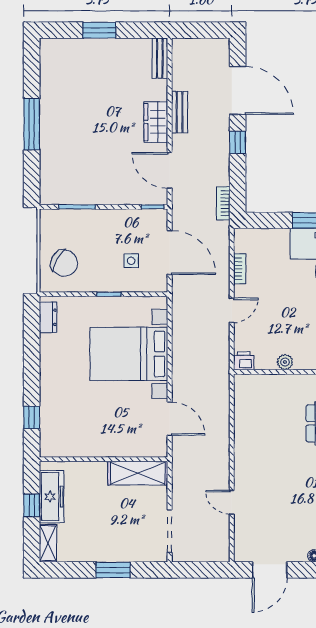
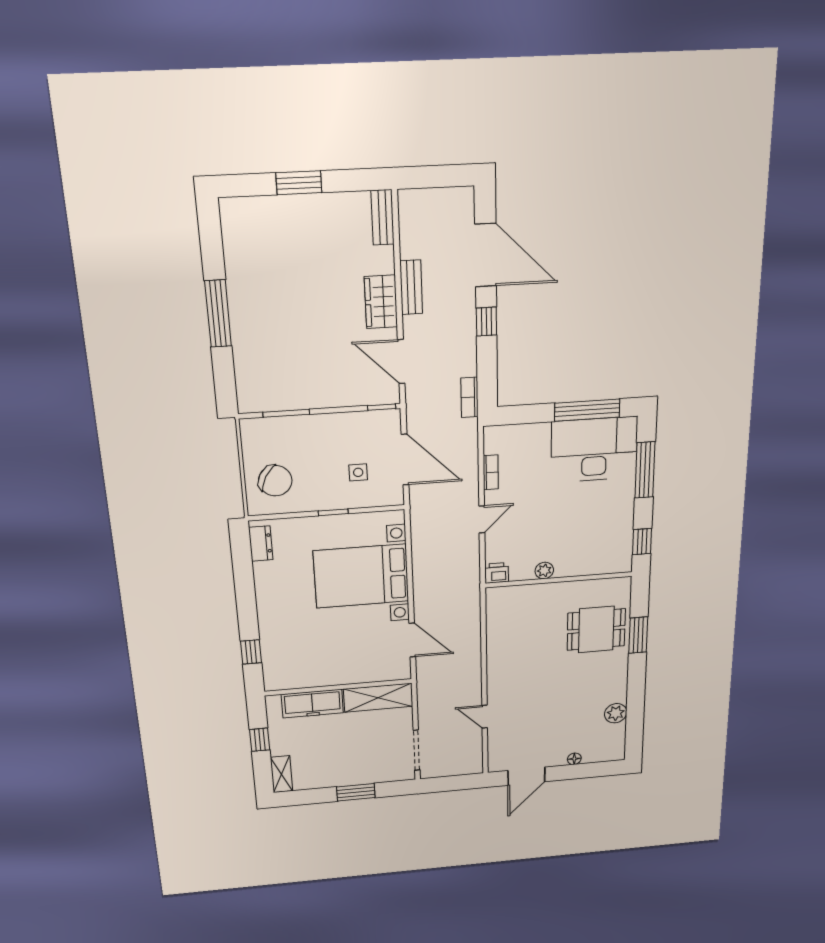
freezer: (52, 497) -> (312, 704), moved, turned 90

